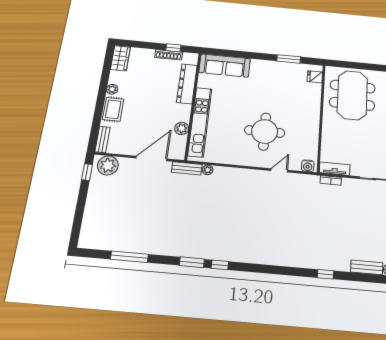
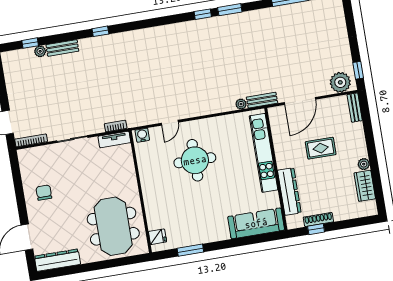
wardrobe: (120, 58) -> (365, 186), moved
rug: (113, 109) -> (321, 148), moved, turned 90
plant: (182, 128) -> (280, 141), removed

